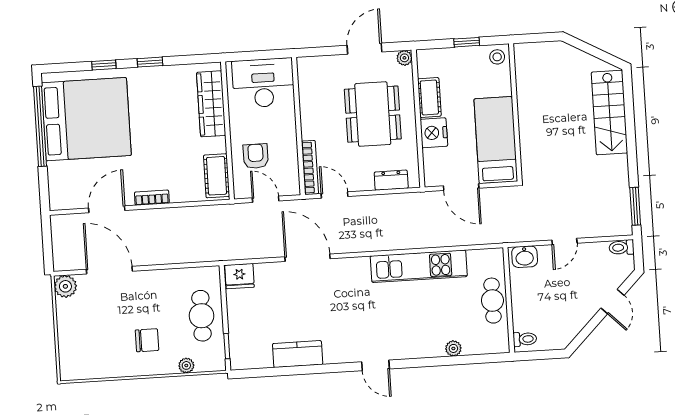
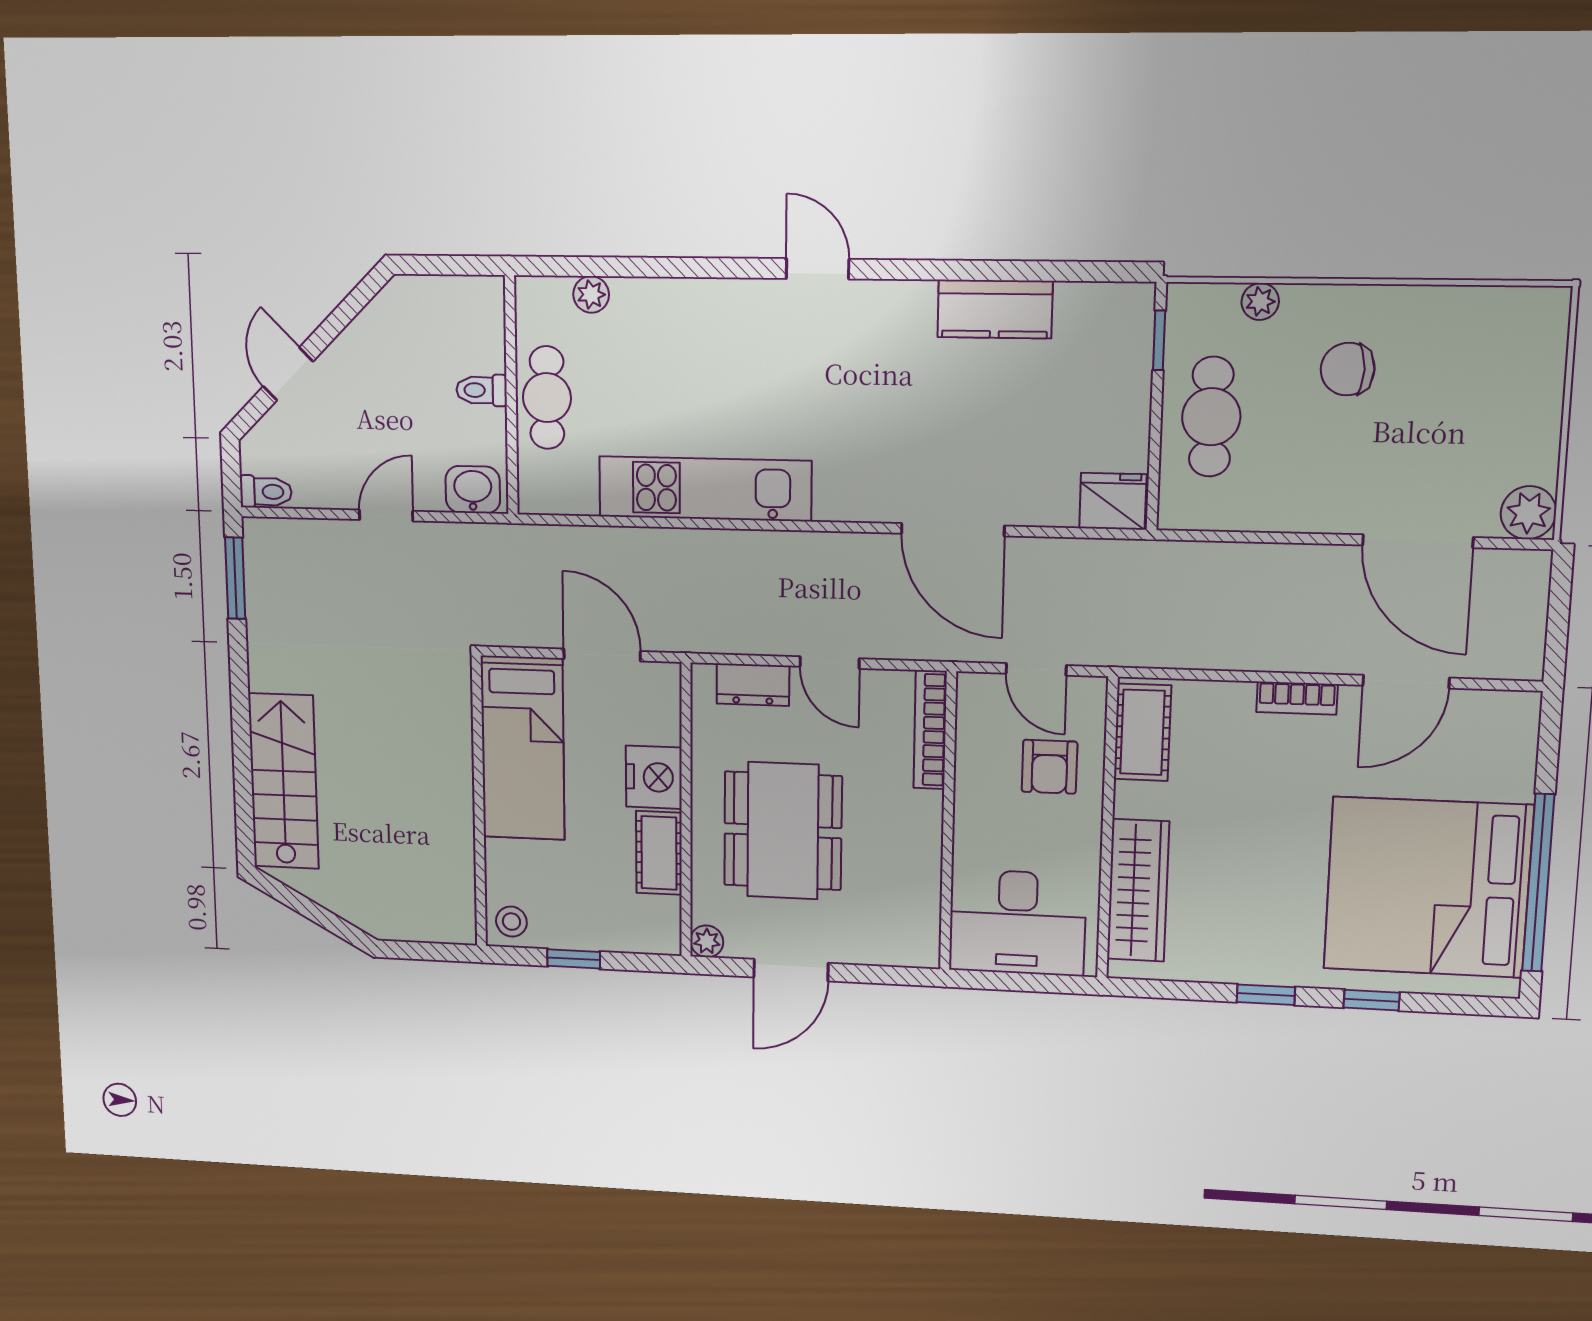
door: (335, 195) -> (830, 663), moved
toilet: (525, 339) -> (482, 390), moved
plant: (453, 348) -> (591, 294), moved

